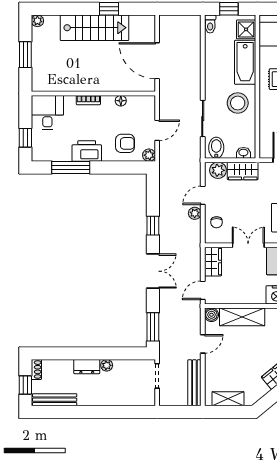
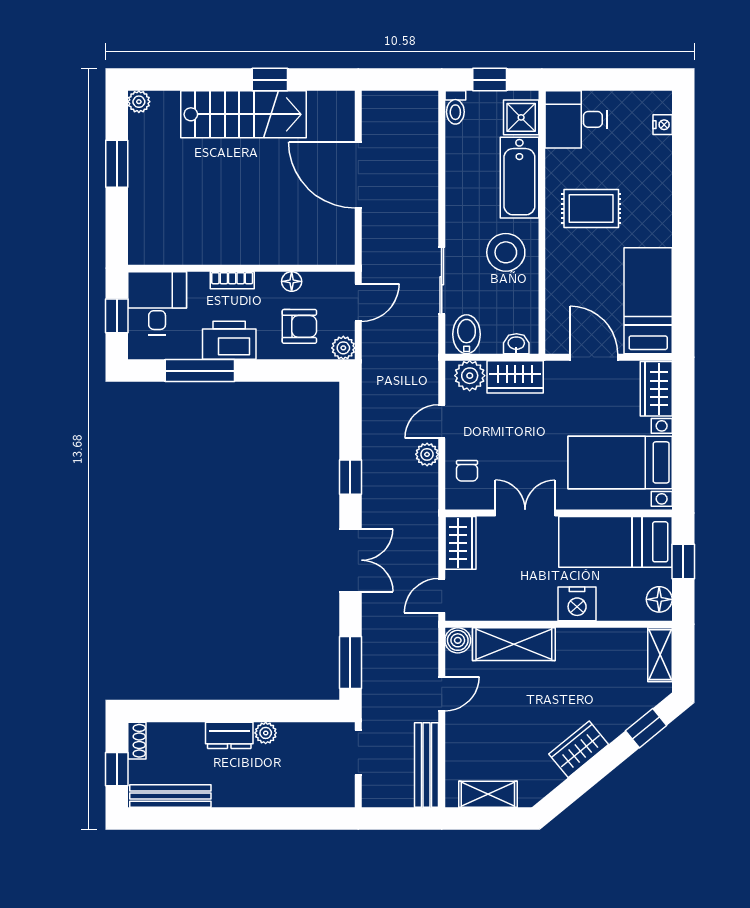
wall: (93, 93) -> (241, 268), moved
bookcase: (88, 100) -> (232, 280), moved
floor lamp: (121, 101) -> (292, 281), moved
desk: (47, 112) -> (157, 303), moved

